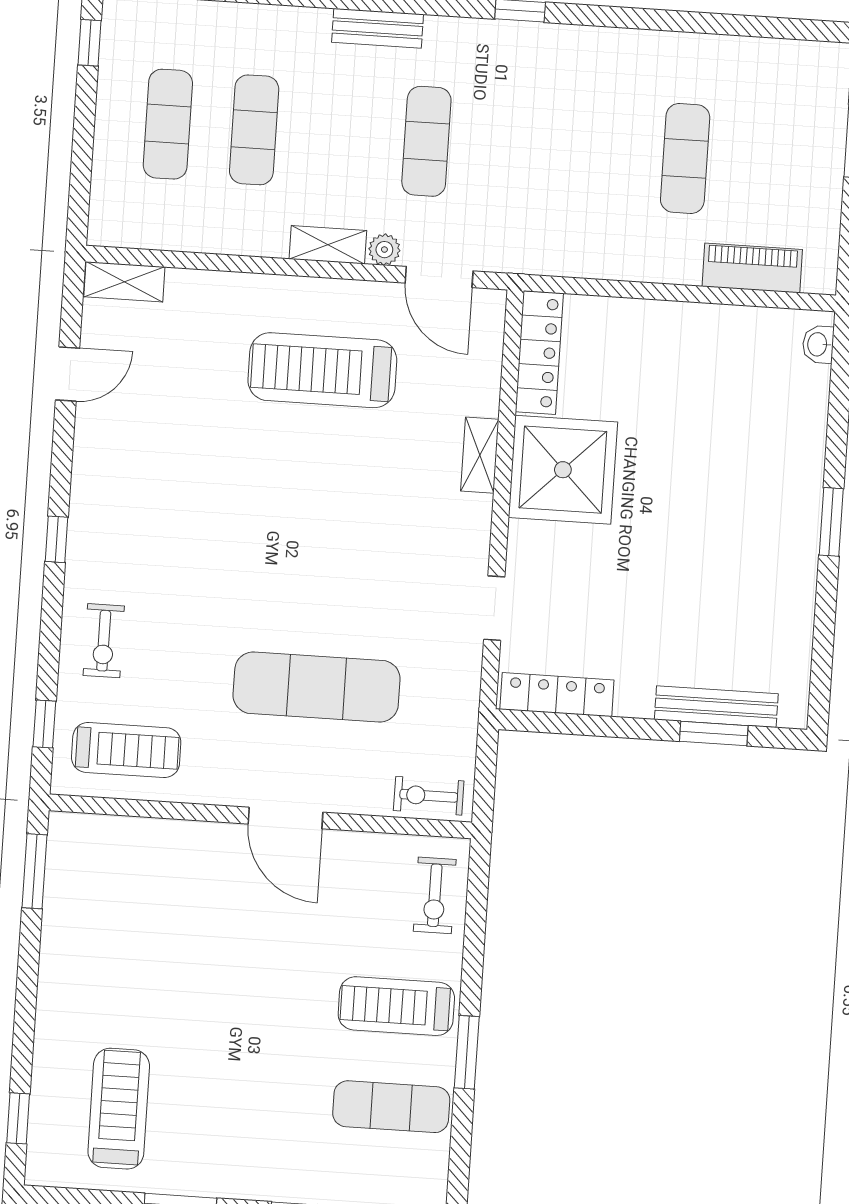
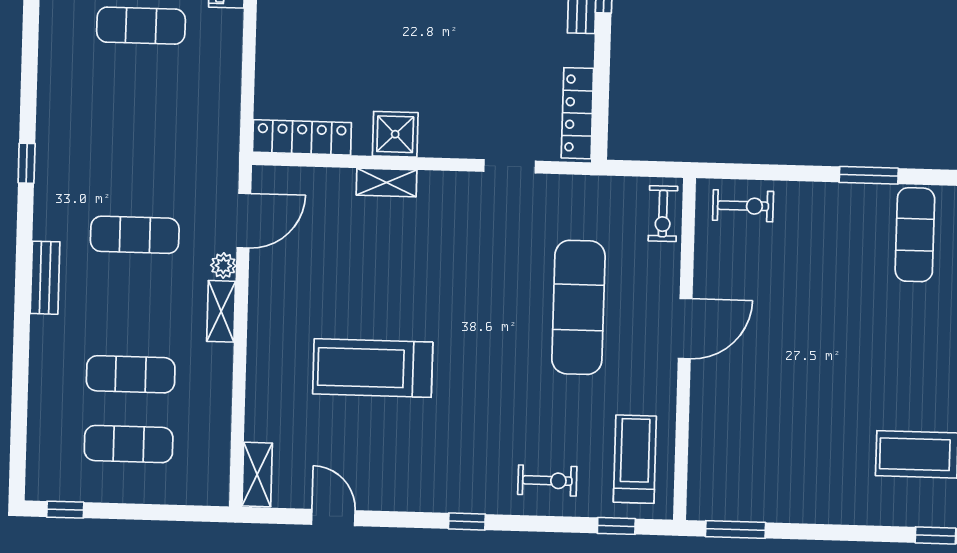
treadmill: (322, 370) -> (373, 368), moved, turned 90
shower: (563, 470) -> (395, 134), width x0.54, depth x0.54
treadmill: (396, 1006) -> (834, 234), removed

